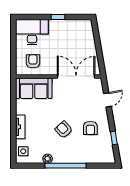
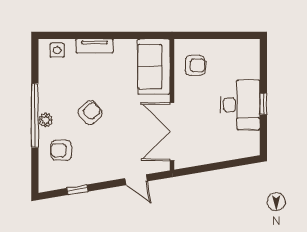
desk: (32, 32) -> (240, 105), moved
double door: (76, 76) -> (172, 132), swing flipped
armchair: (90, 128) -> (61, 150), moved
plant: (47, 159) -> (46, 120), moved

